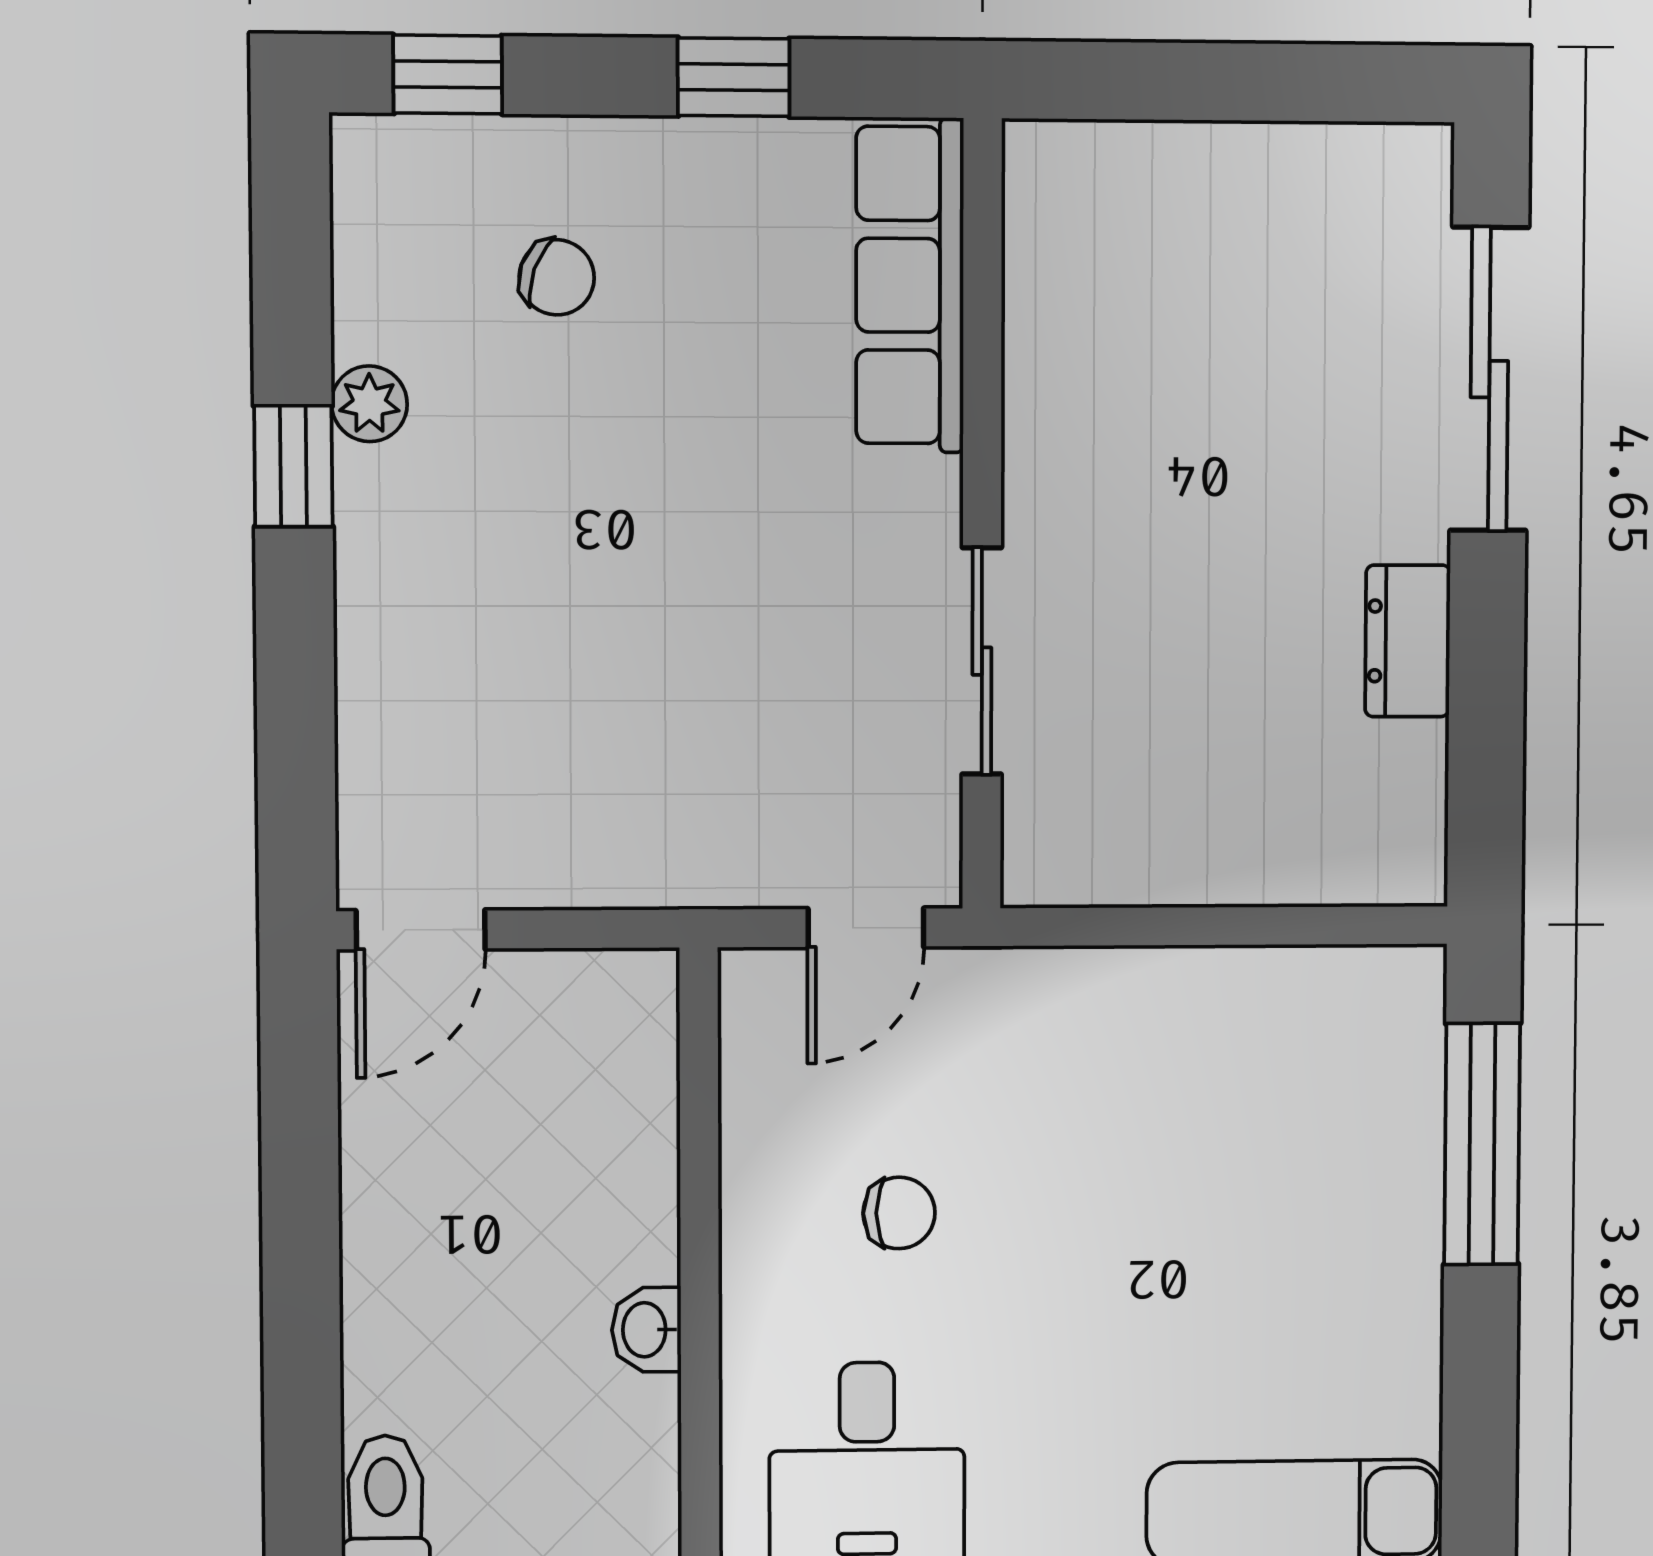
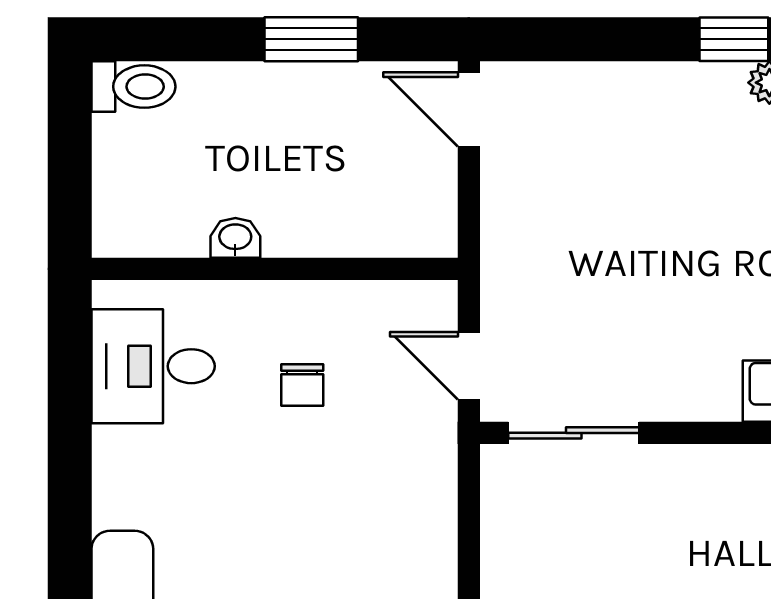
sliding door: (982, 661) -> (574, 433), moved
window: (300, 1203) -> (311, 39), added

